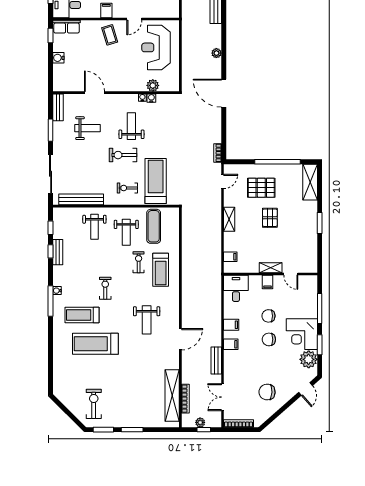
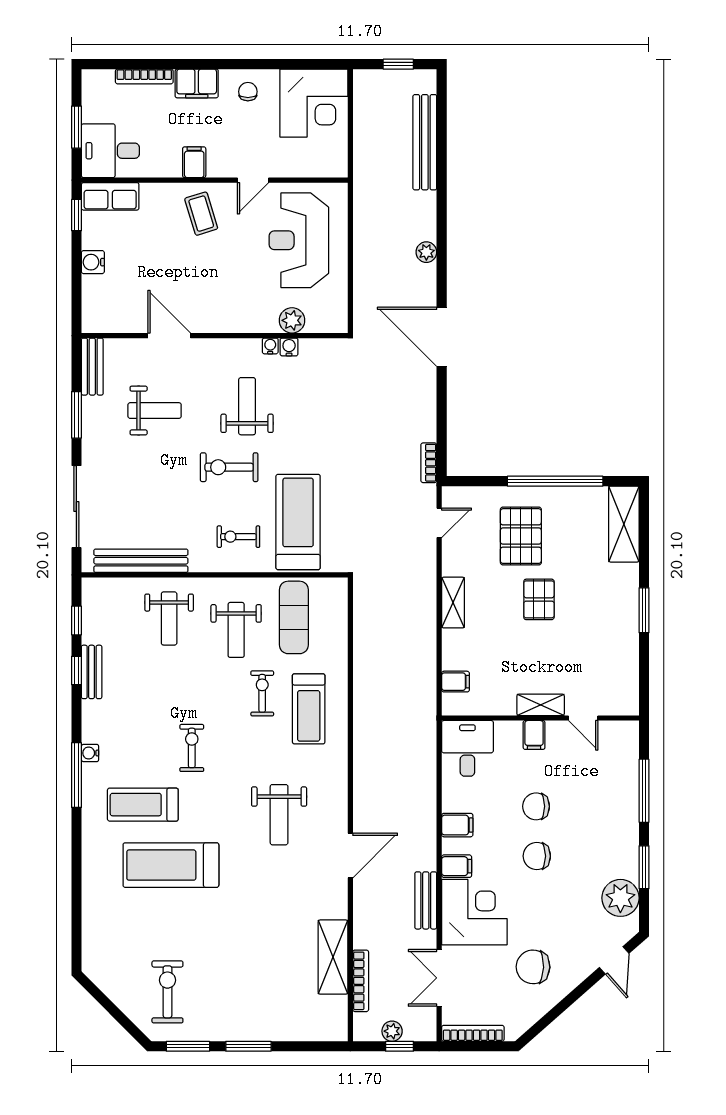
pallet: (261, 188) -> (521, 536), turned 90
corner desk: (302, 334) -> (474, 912), moved, turned 180
shelving: (172, 396) -> (333, 957), width x0.68

